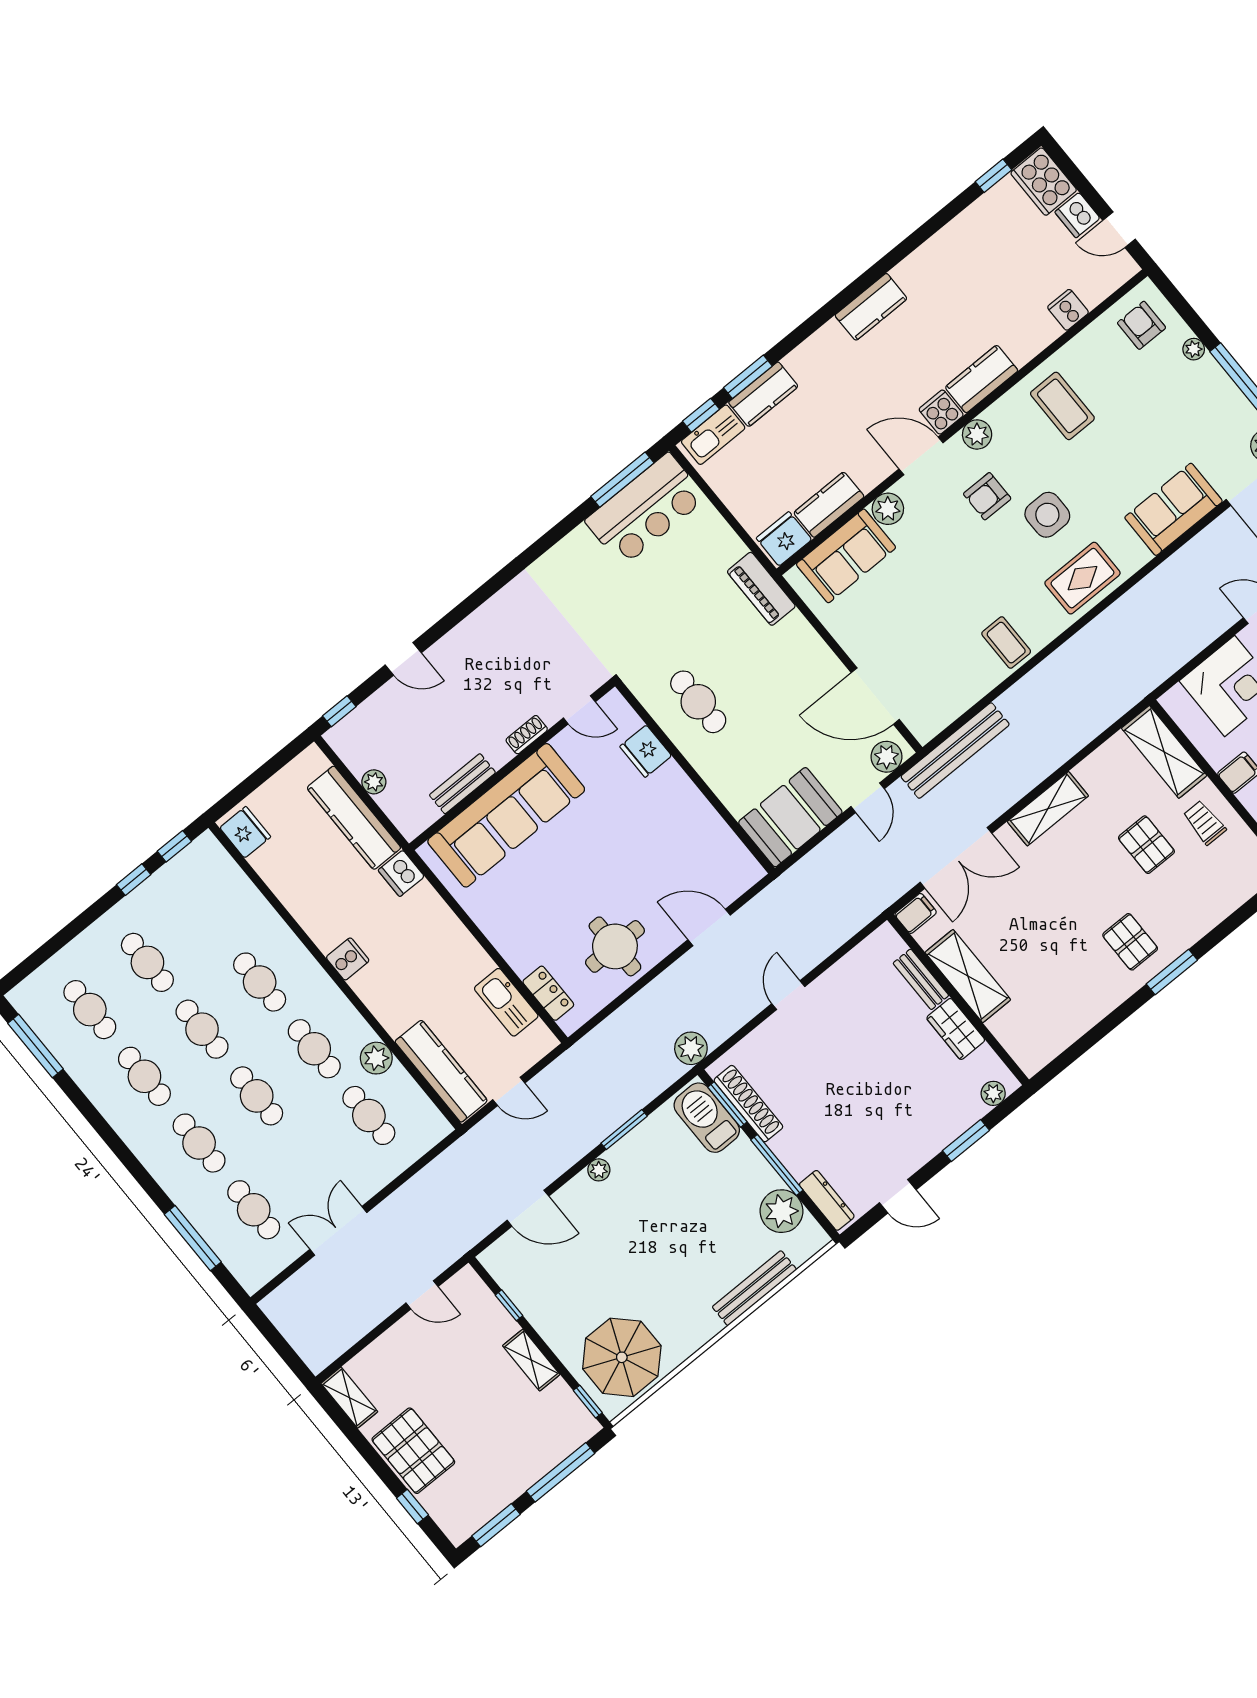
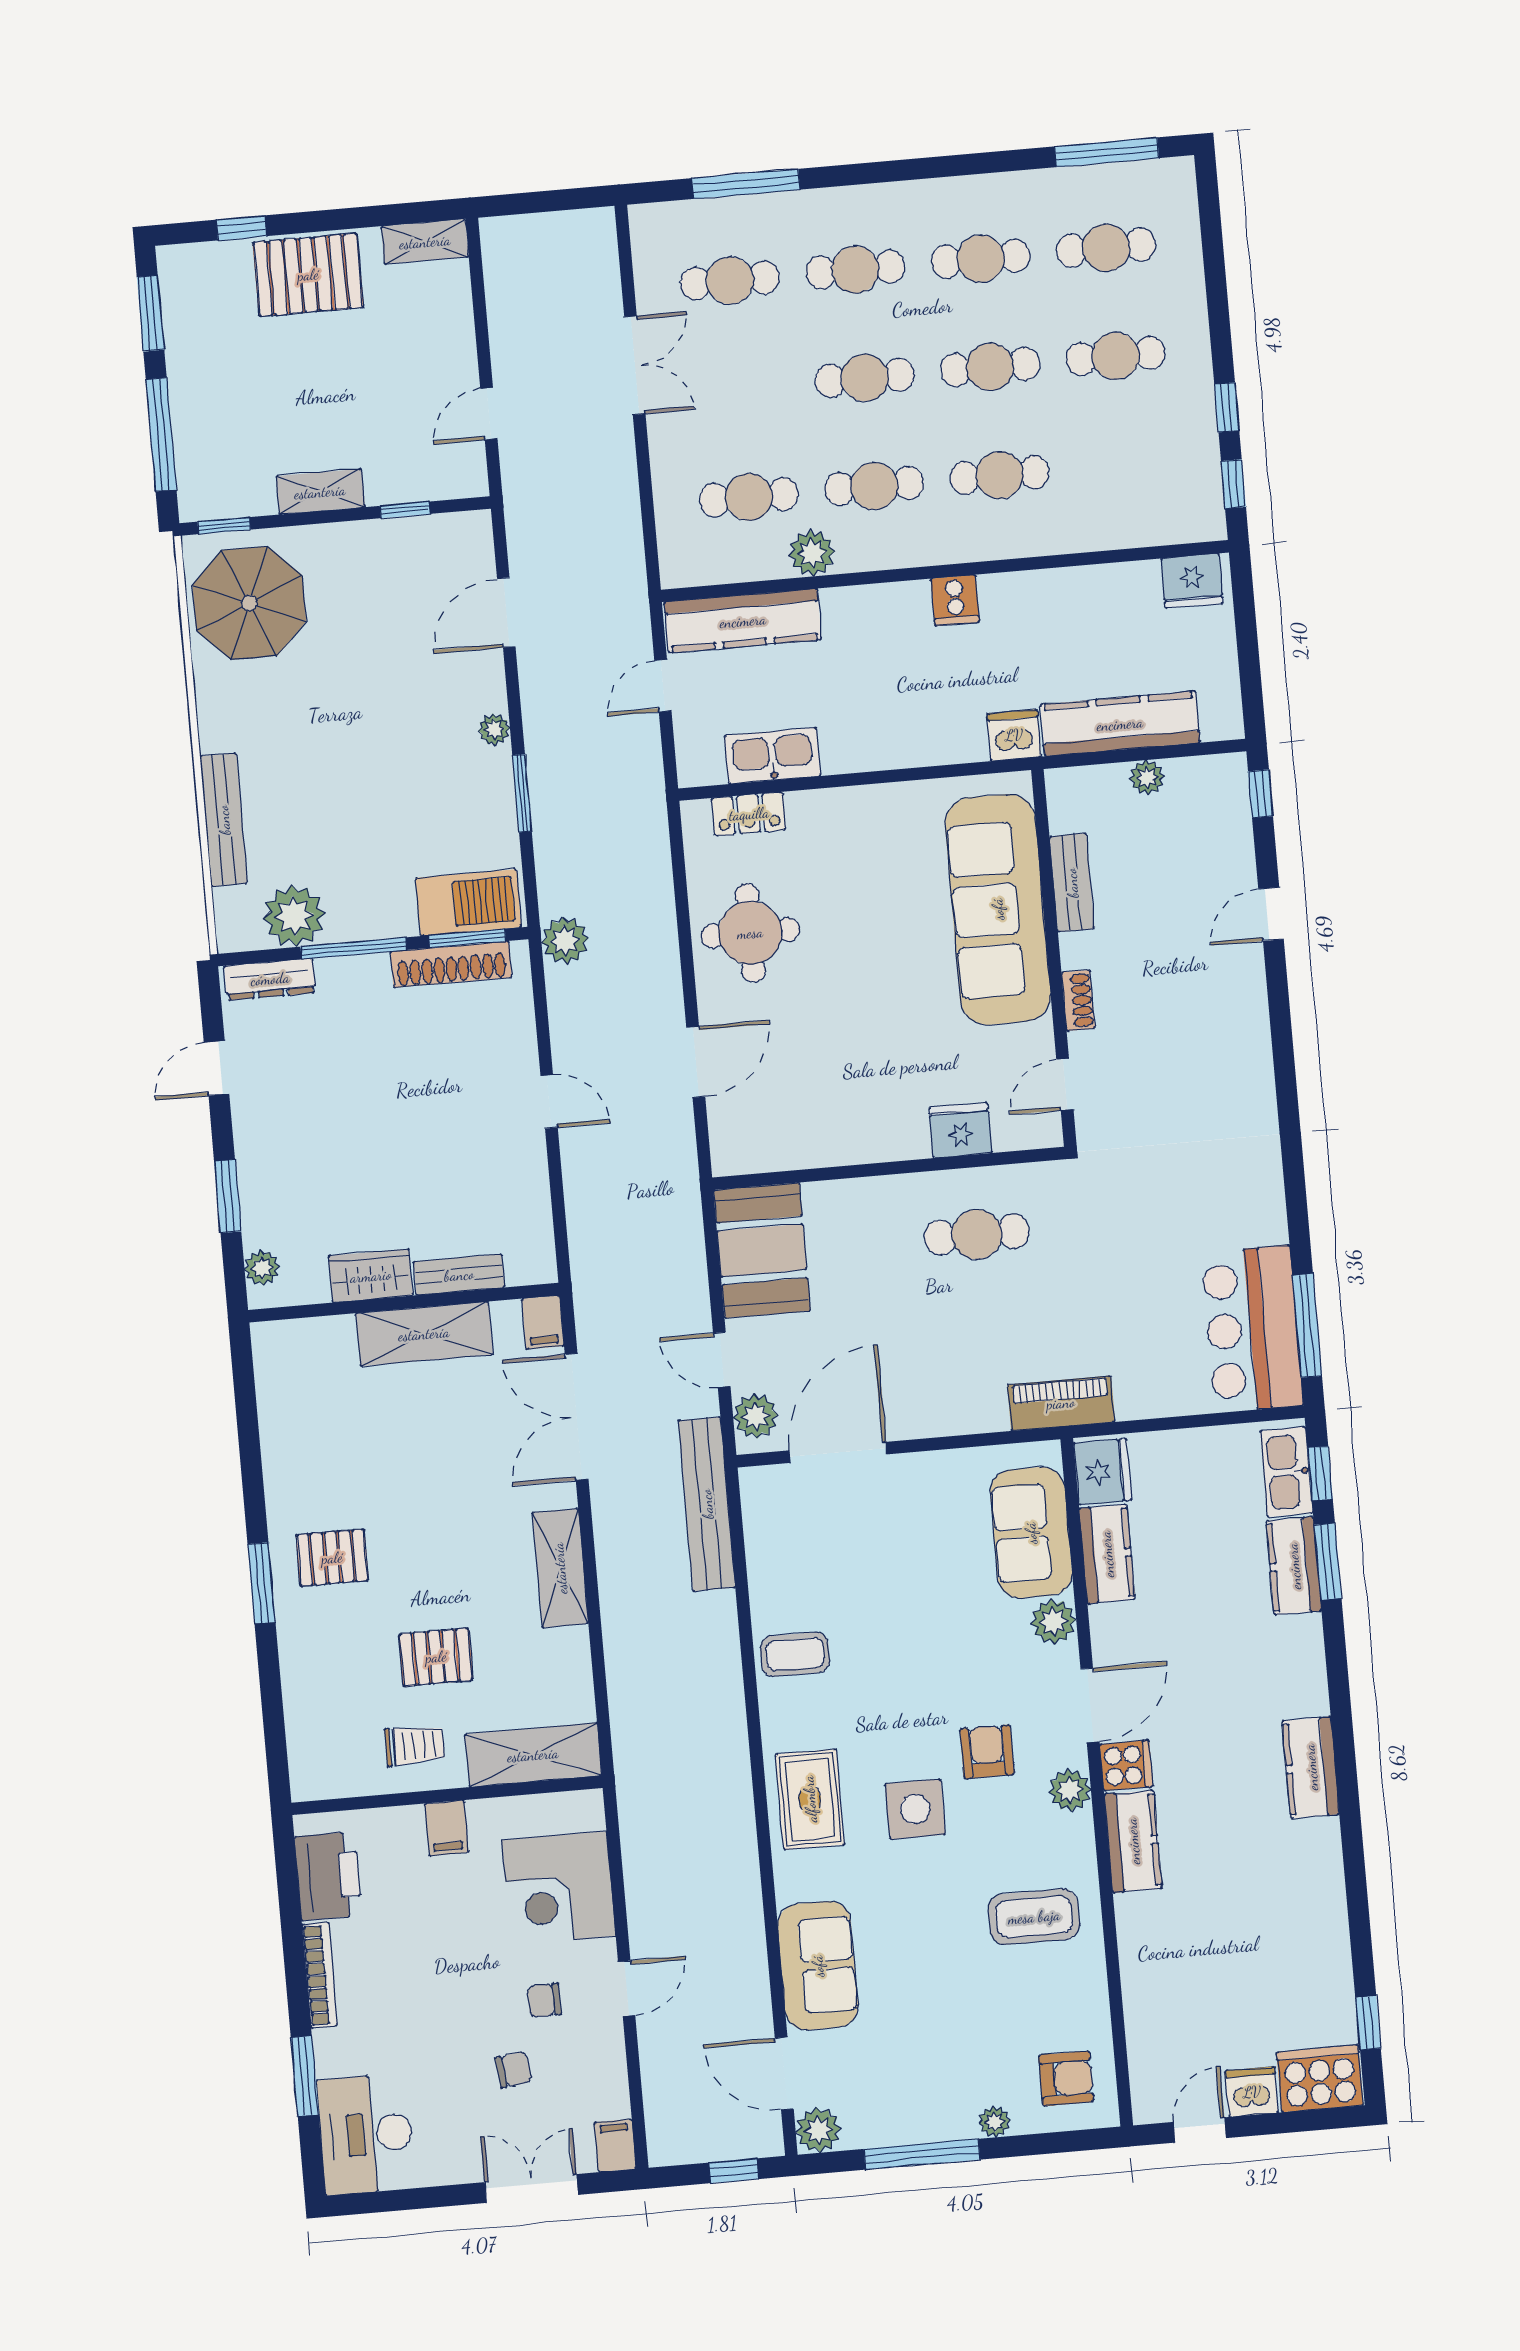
cooker: (1068, 310) -> (1145, 2003), removed

